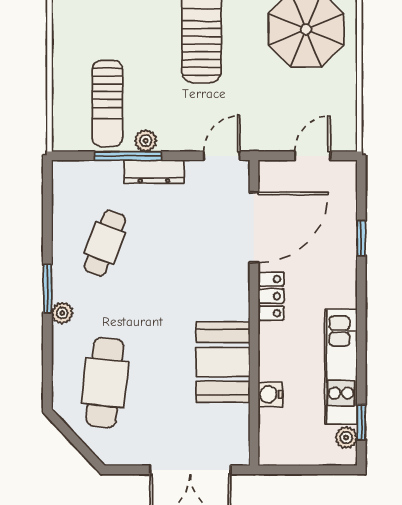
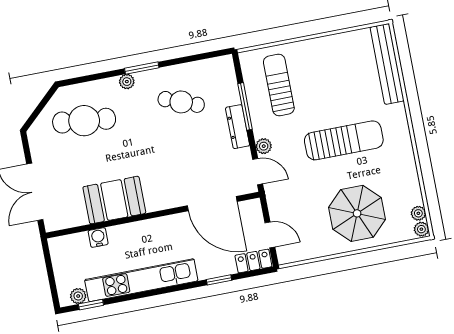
sun lounger: (107, 103) -> (279, 85), turned 90
plant: (146, 141) -> (264, 146), moved
locker: (271, 296) -> (253, 261), moved, turned 180
kitchen unit: (341, 367) -> (141, 280), width x1.36

